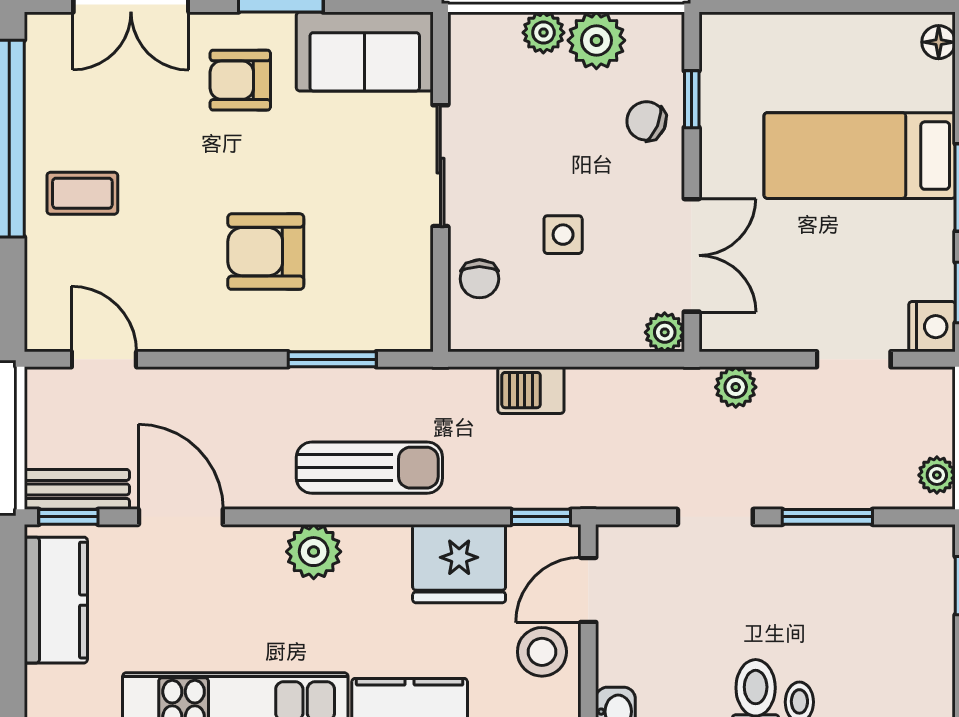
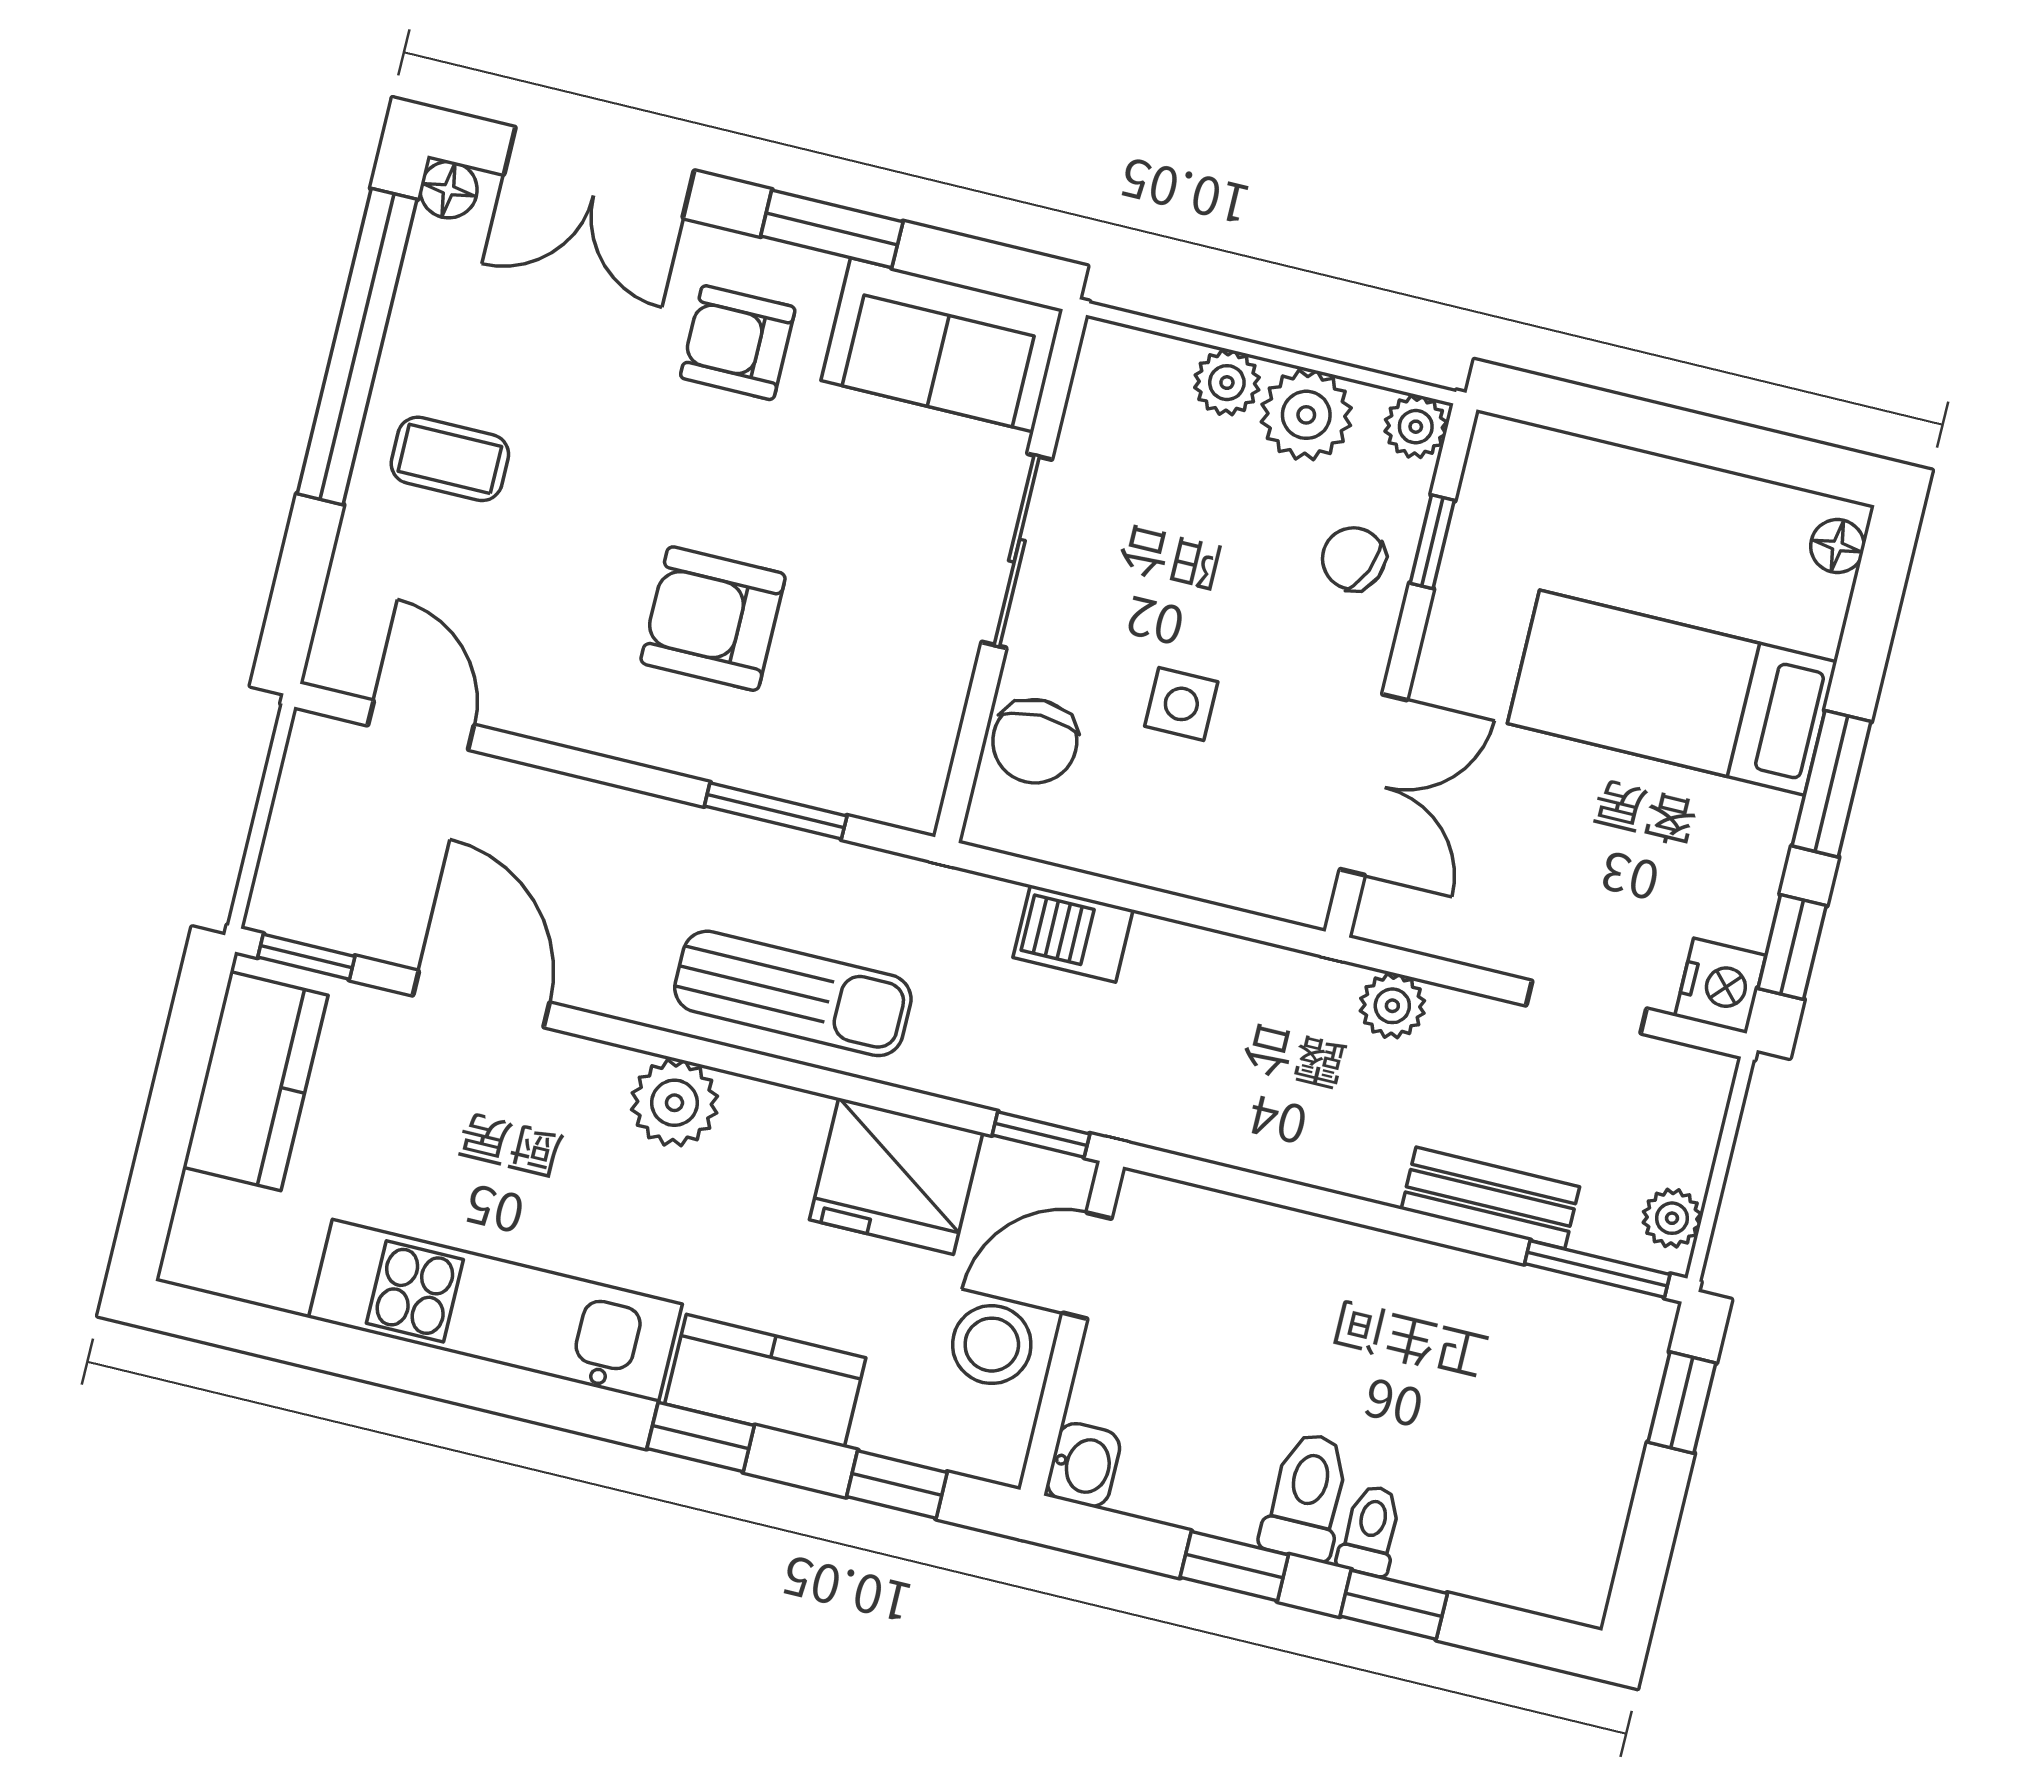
floor lamp: (42, 30) -> (449, 190), added
chair: (479, 279) -> (1035, 741), width x1.37, depth x1.37
plant: (665, 332) -> (1416, 427), moved
bench: (77, 489) -> (1490, 1198), moved
doorway: (715, 517) -> (1312, 1200), removed
window: (827, 517) -> (1597, 1269), moved

